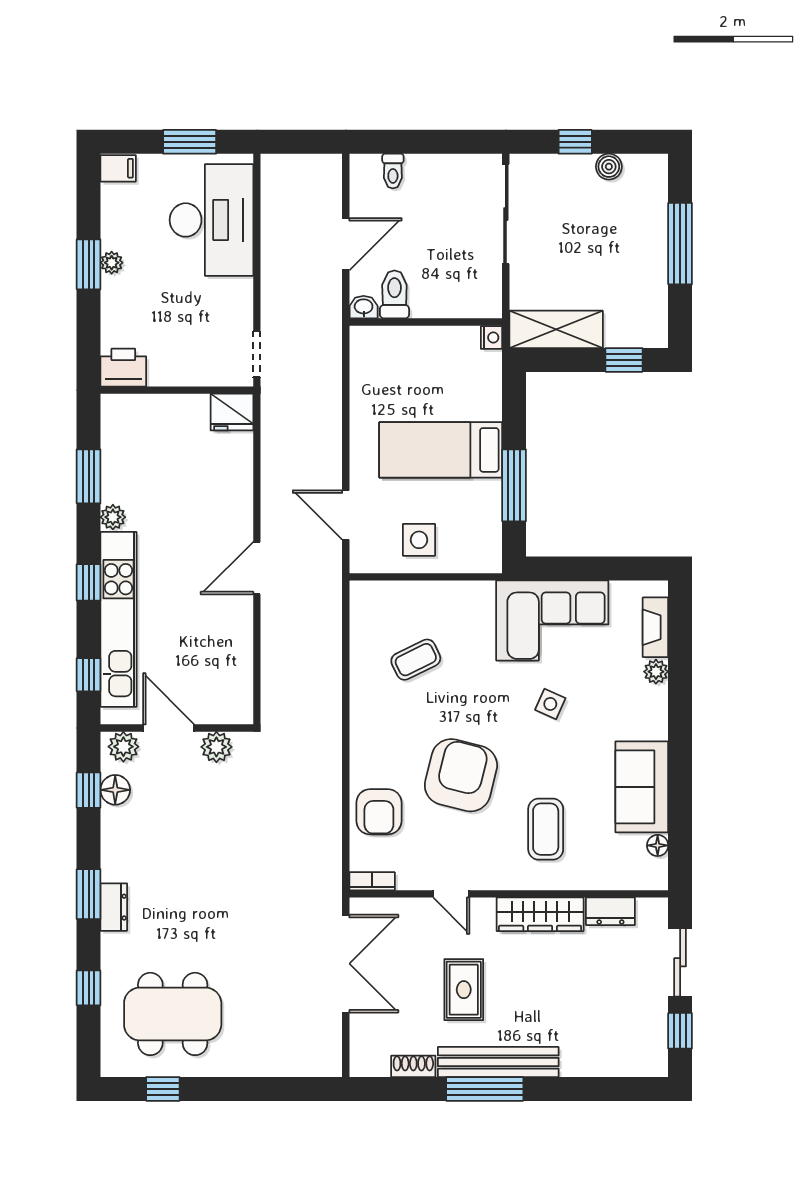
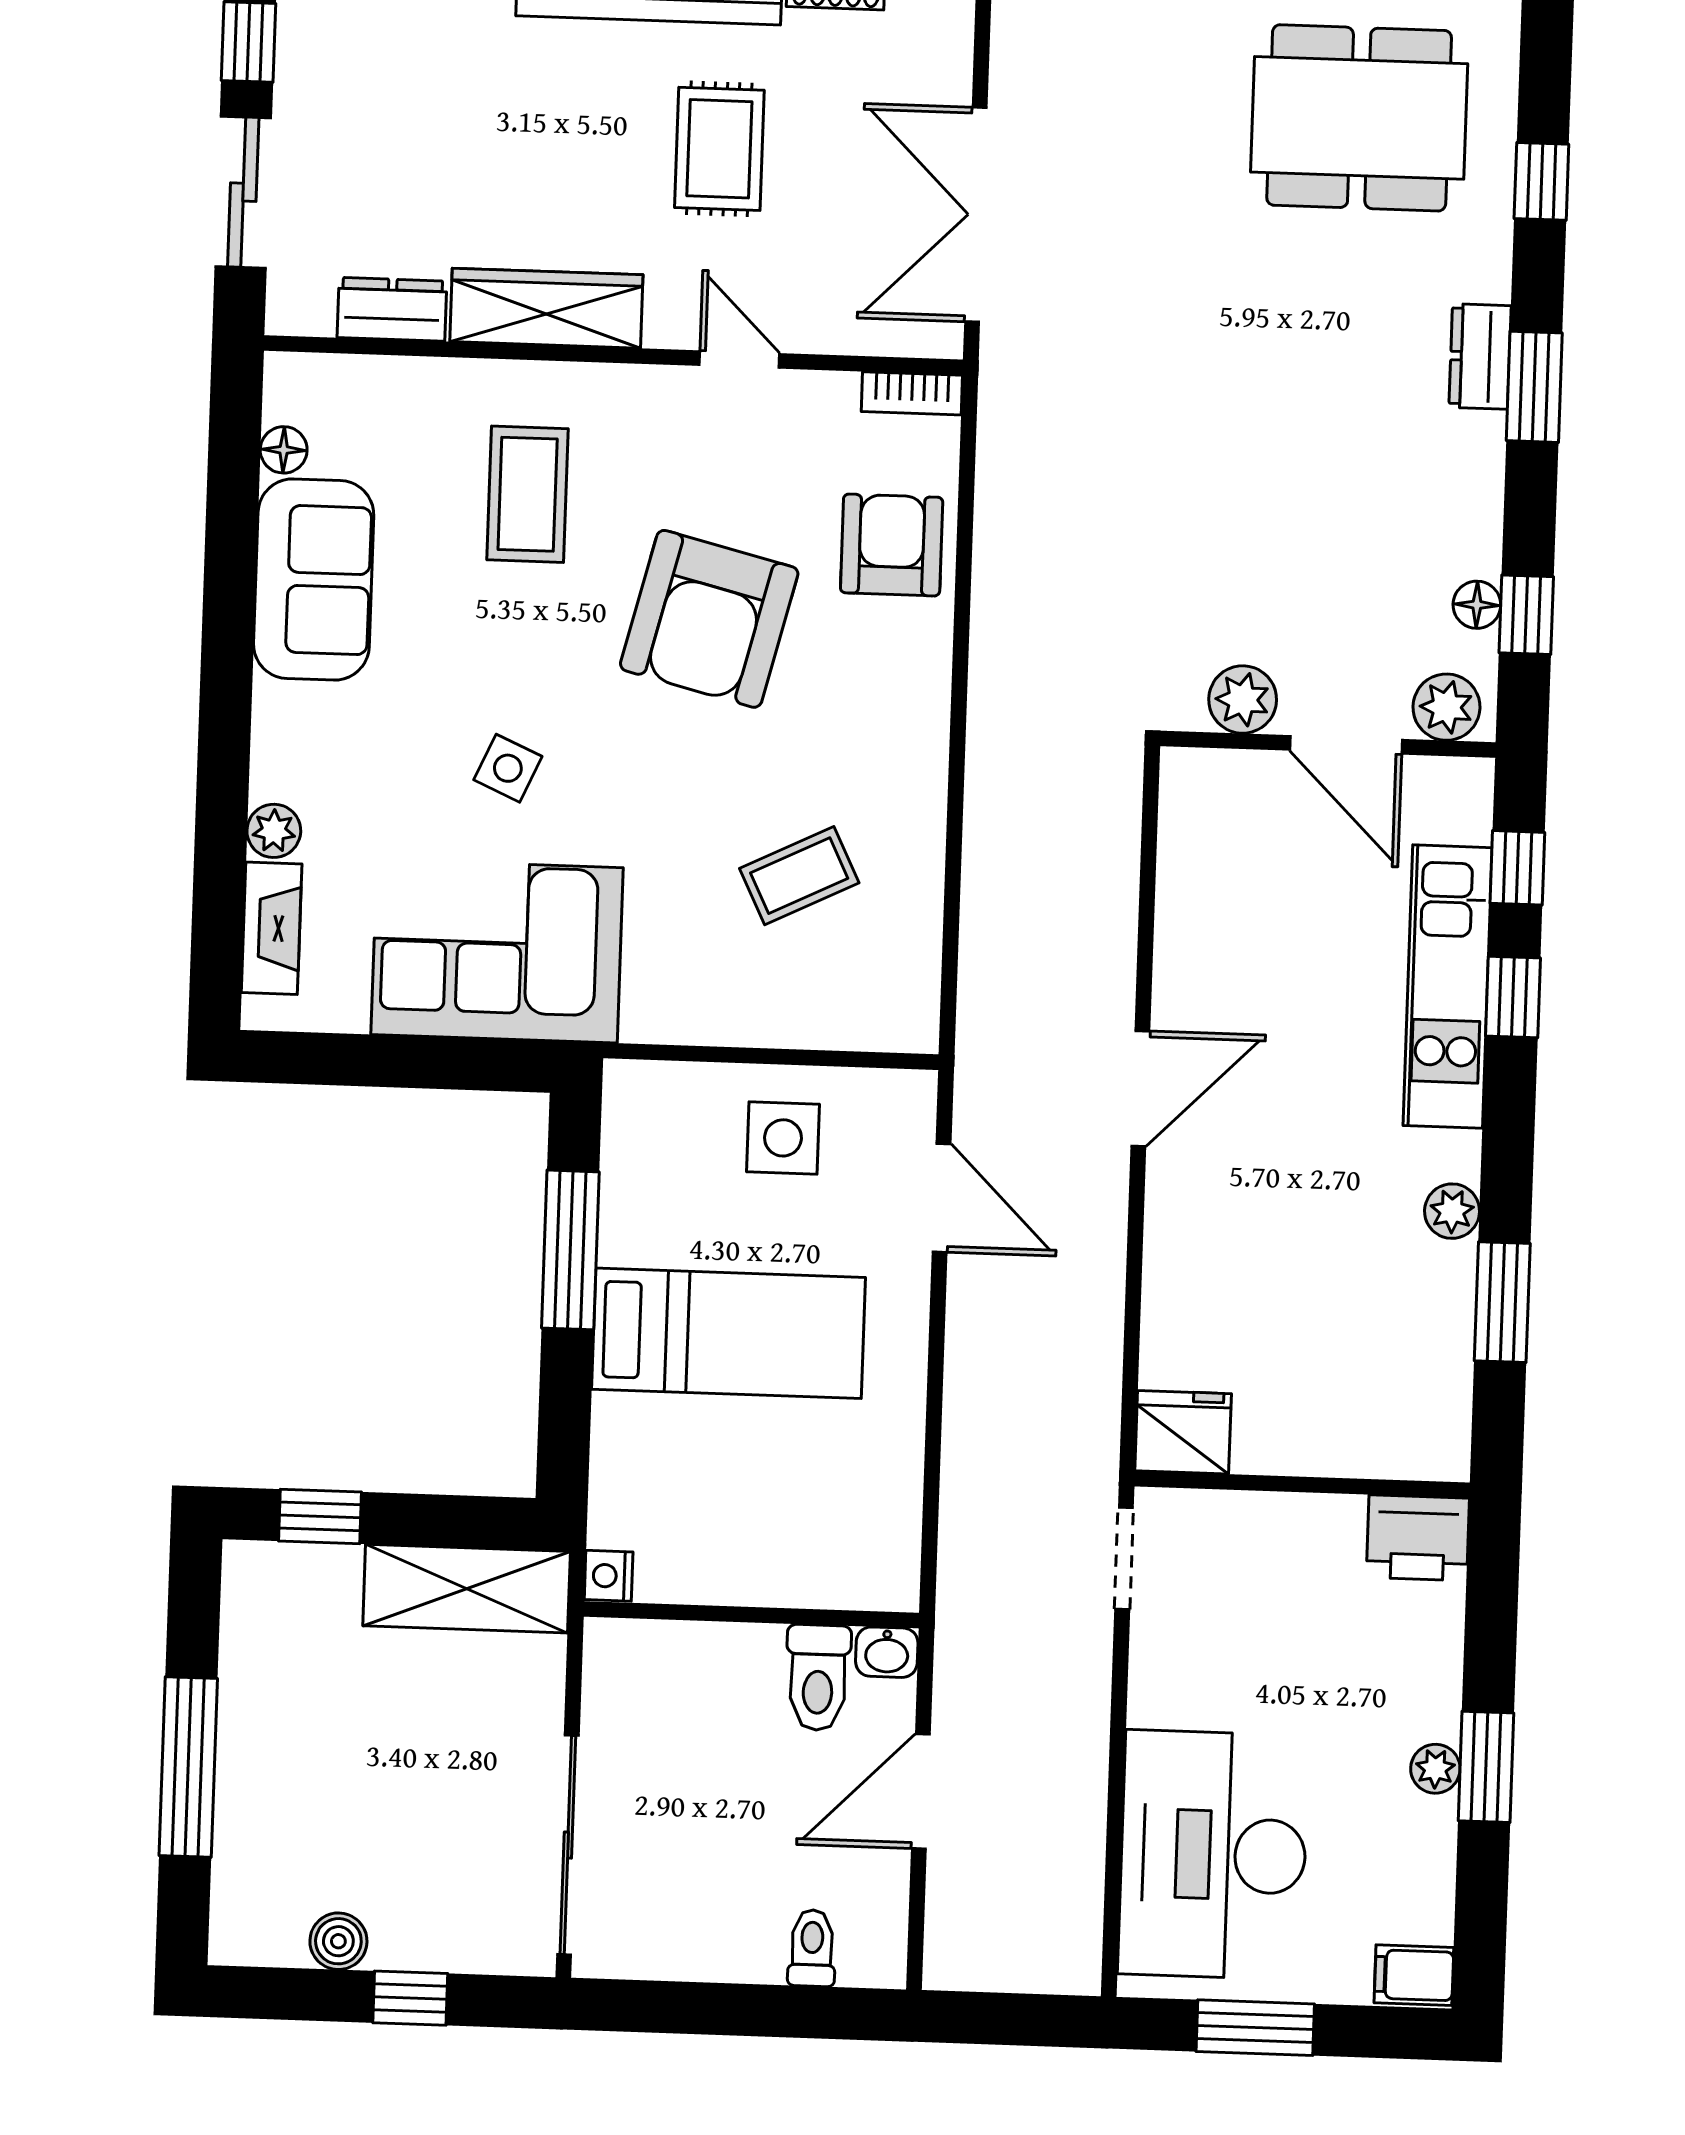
window: (89, 582) -> (1513, 997), moved
kitchen unit: (118, 619) -> (1448, 987), width x0.73
floor lamp: (115, 790) -> (1477, 605), width x0.73, depth x0.73

